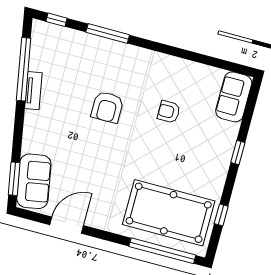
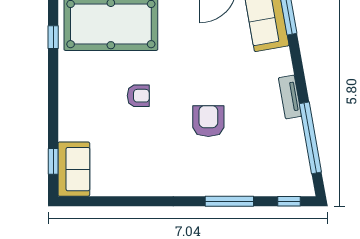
tv unit: (33, 91) -> (290, 97), moved
armchair: (169, 112) -> (138, 96), moved
window: (238, 153) -> (53, 161), moved

